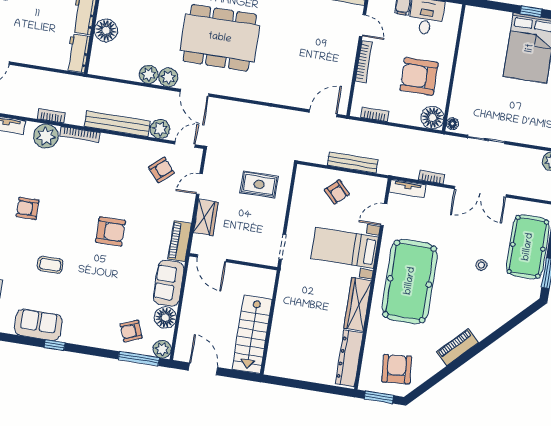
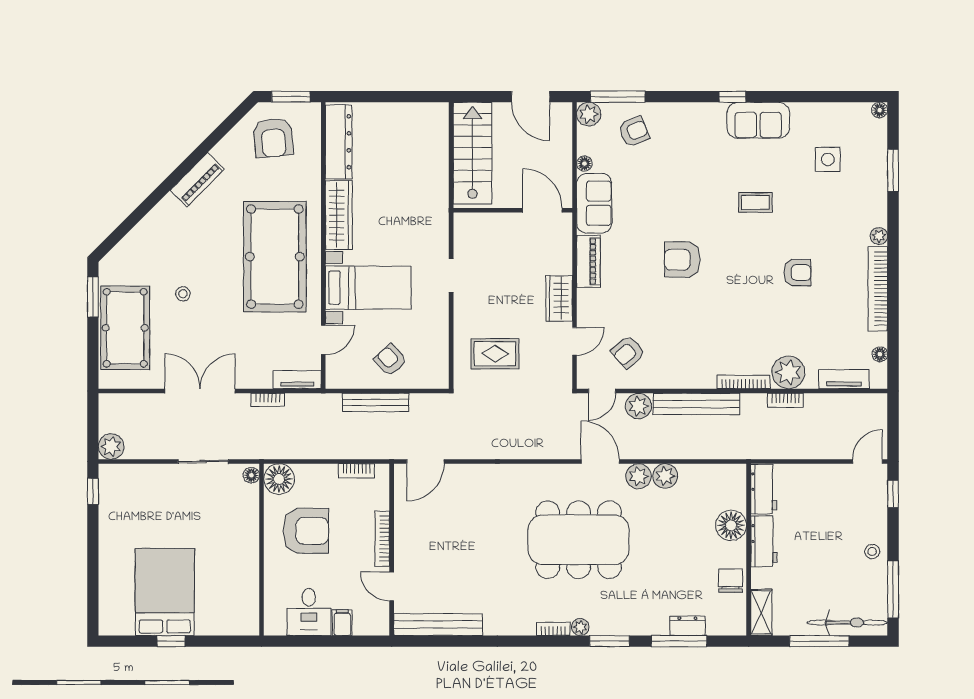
door: (212, 258) -> (542, 210), moved
wall: (233, 262) -> (513, 210), moved
floor lamp: (165, 318) -> (584, 164), width x0.53, depth x0.53

